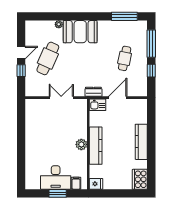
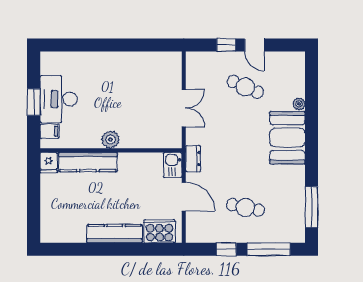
cafe table: (48, 58) -> (245, 87), width x0.73, depth x0.74
kitchen counter: (96, 146) -> (88, 162), moved
cooker: (140, 179) -> (159, 231), moved

